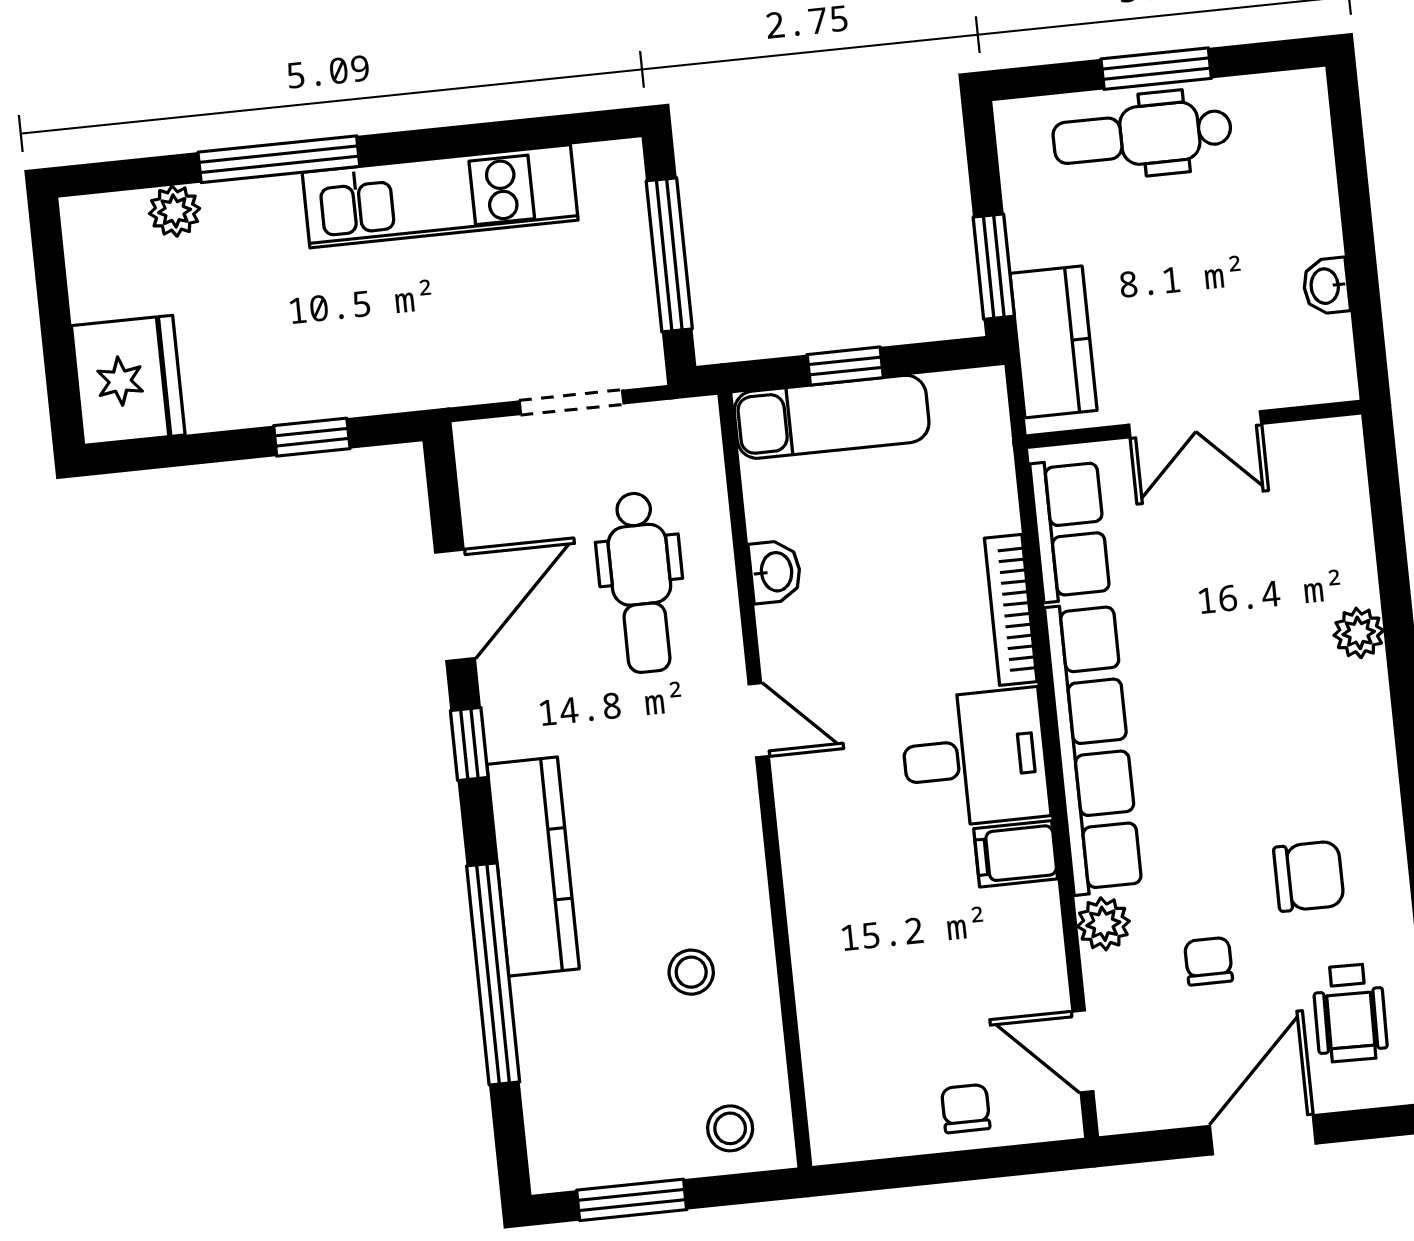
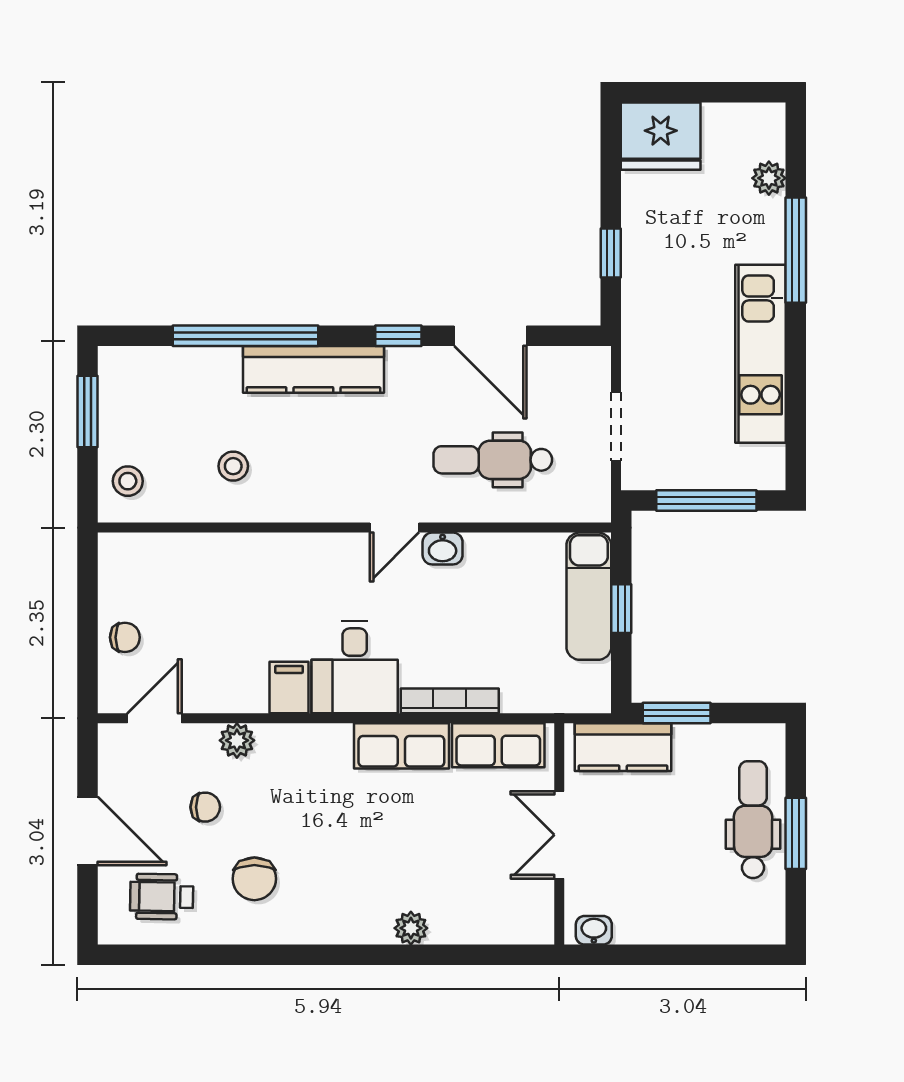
washbasin: (1326, 286) -> (594, 930), moved
washbasin: (775, 572) -> (443, 549), moved
row of seats: (1093, 748) -> (401, 746), width x0.50

